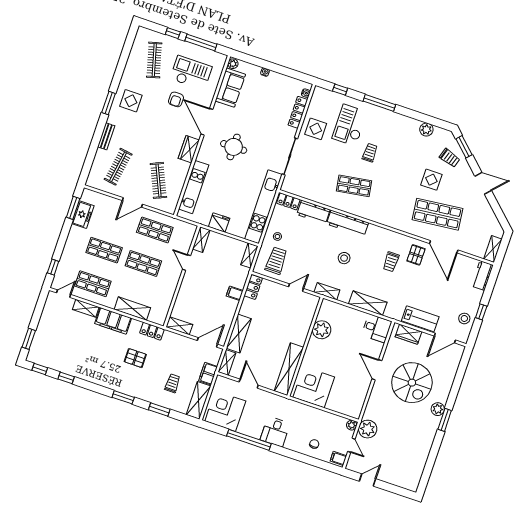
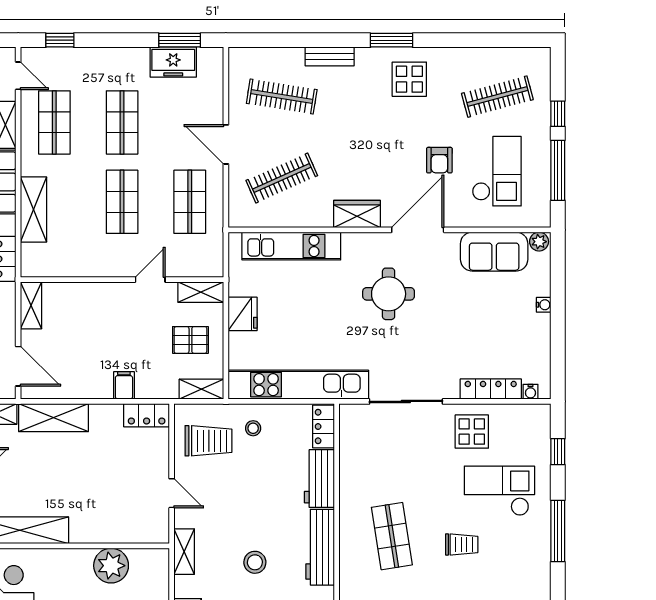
armchair: (176, 99) -> (439, 160), turned -90
pallet: (223, 253) -> (190, 340), added

